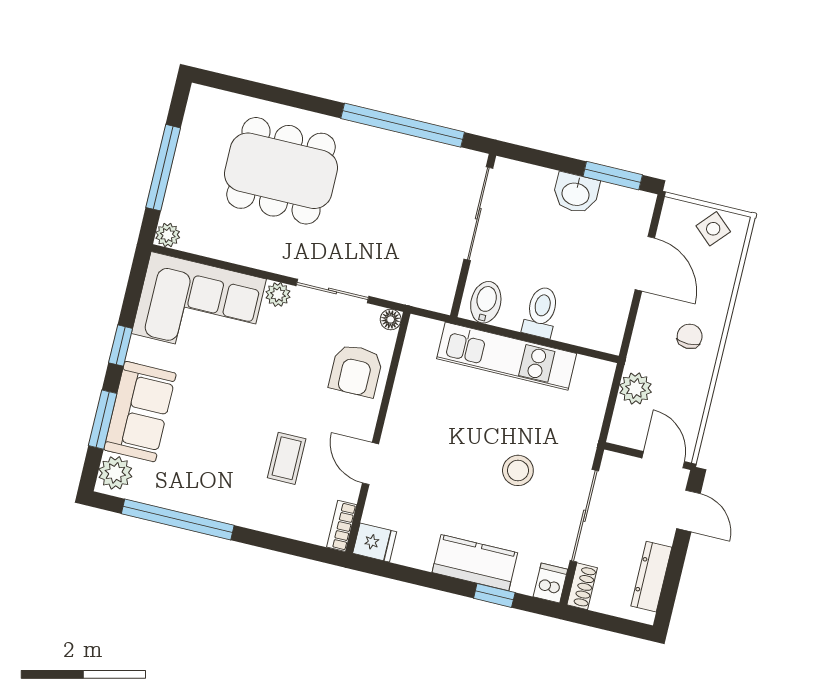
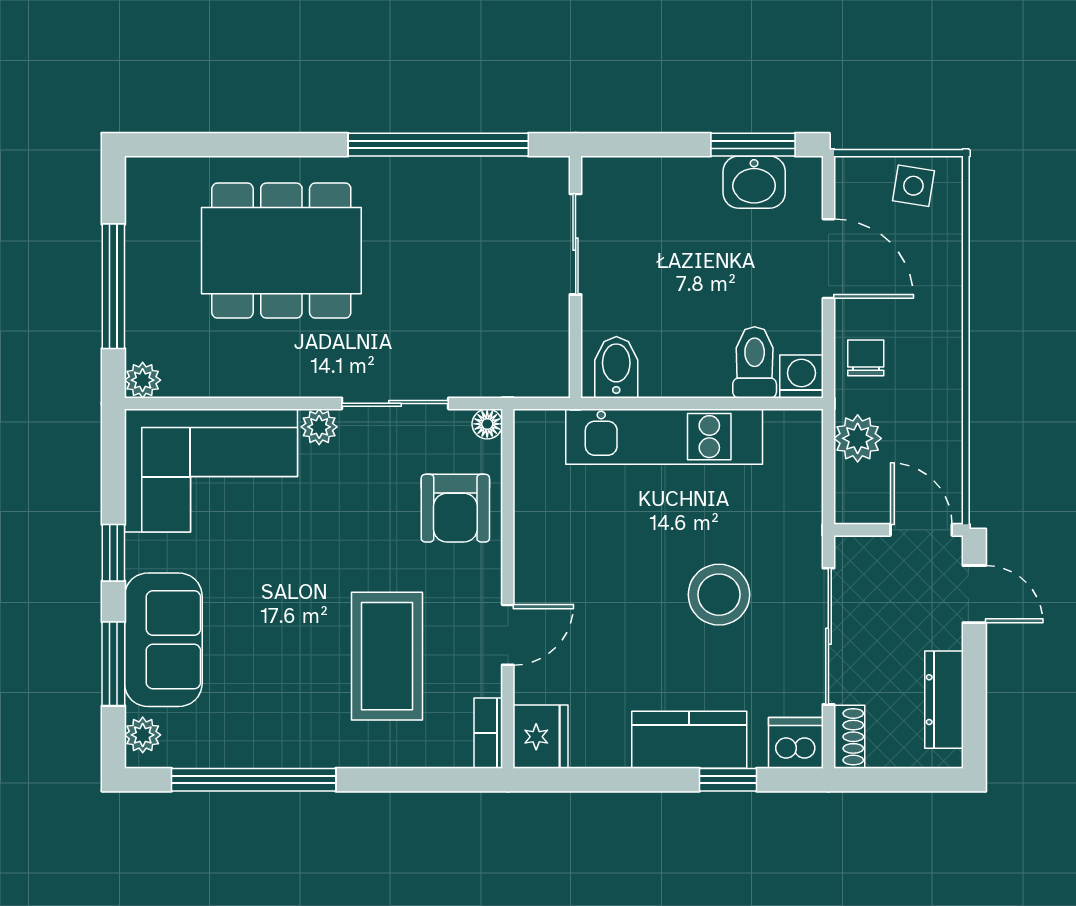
washbasin: (576, 193) -> (754, 182), moved
sliding door: (478, 214) -> (576, 244), width x0.73
side table: (713, 229) -> (913, 186), turned -33
toilet: (541, 312) -> (755, 362), moved
chair: (690, 336) -> (866, 358), moved
washing machine: (608, 338) -> (801, 376), added
coffee table: (287, 458) -> (387, 656), width x1.86, depth x1.72
door: (371, 463) -> (508, 635), swing flipped
stool: (518, 470) -> (719, 595), width x1.38, depth x1.38
plant: (115, 473) -> (143, 735), width x0.73, depth x0.73
fridge: (375, 543) -> (541, 737), width x1.38
dishwasher: (550, 583) -> (796, 743), width x1.38

